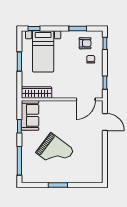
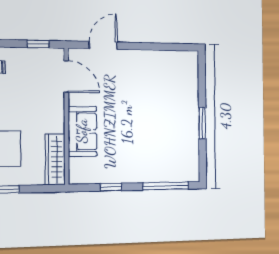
sofa: (30, 115) -> (82, 131), moved, turned 90
grand piano: (55, 151) -> (150, 128), removed

